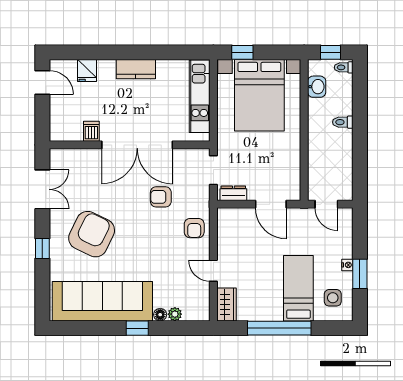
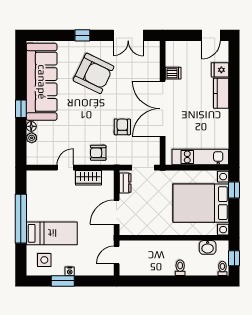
kitchen counter: (136, 69) -> (221, 93), moved
wardrobe: (227, 304) -> (88, 178), moved

